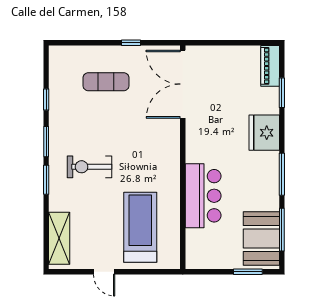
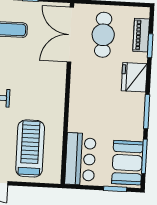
piano: (270, 66) -> (141, 35), moved
cafe table: (223, 82) -> (103, 35), added
bar counter: (203, 196) -> (80, 159), moved

